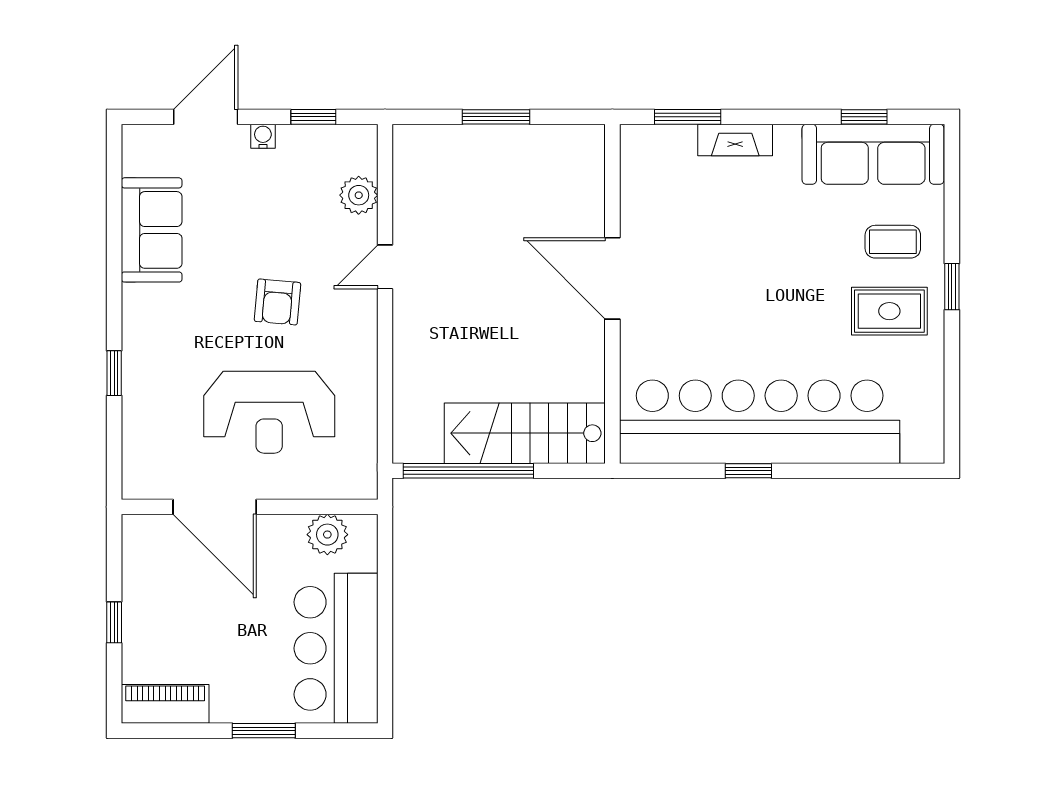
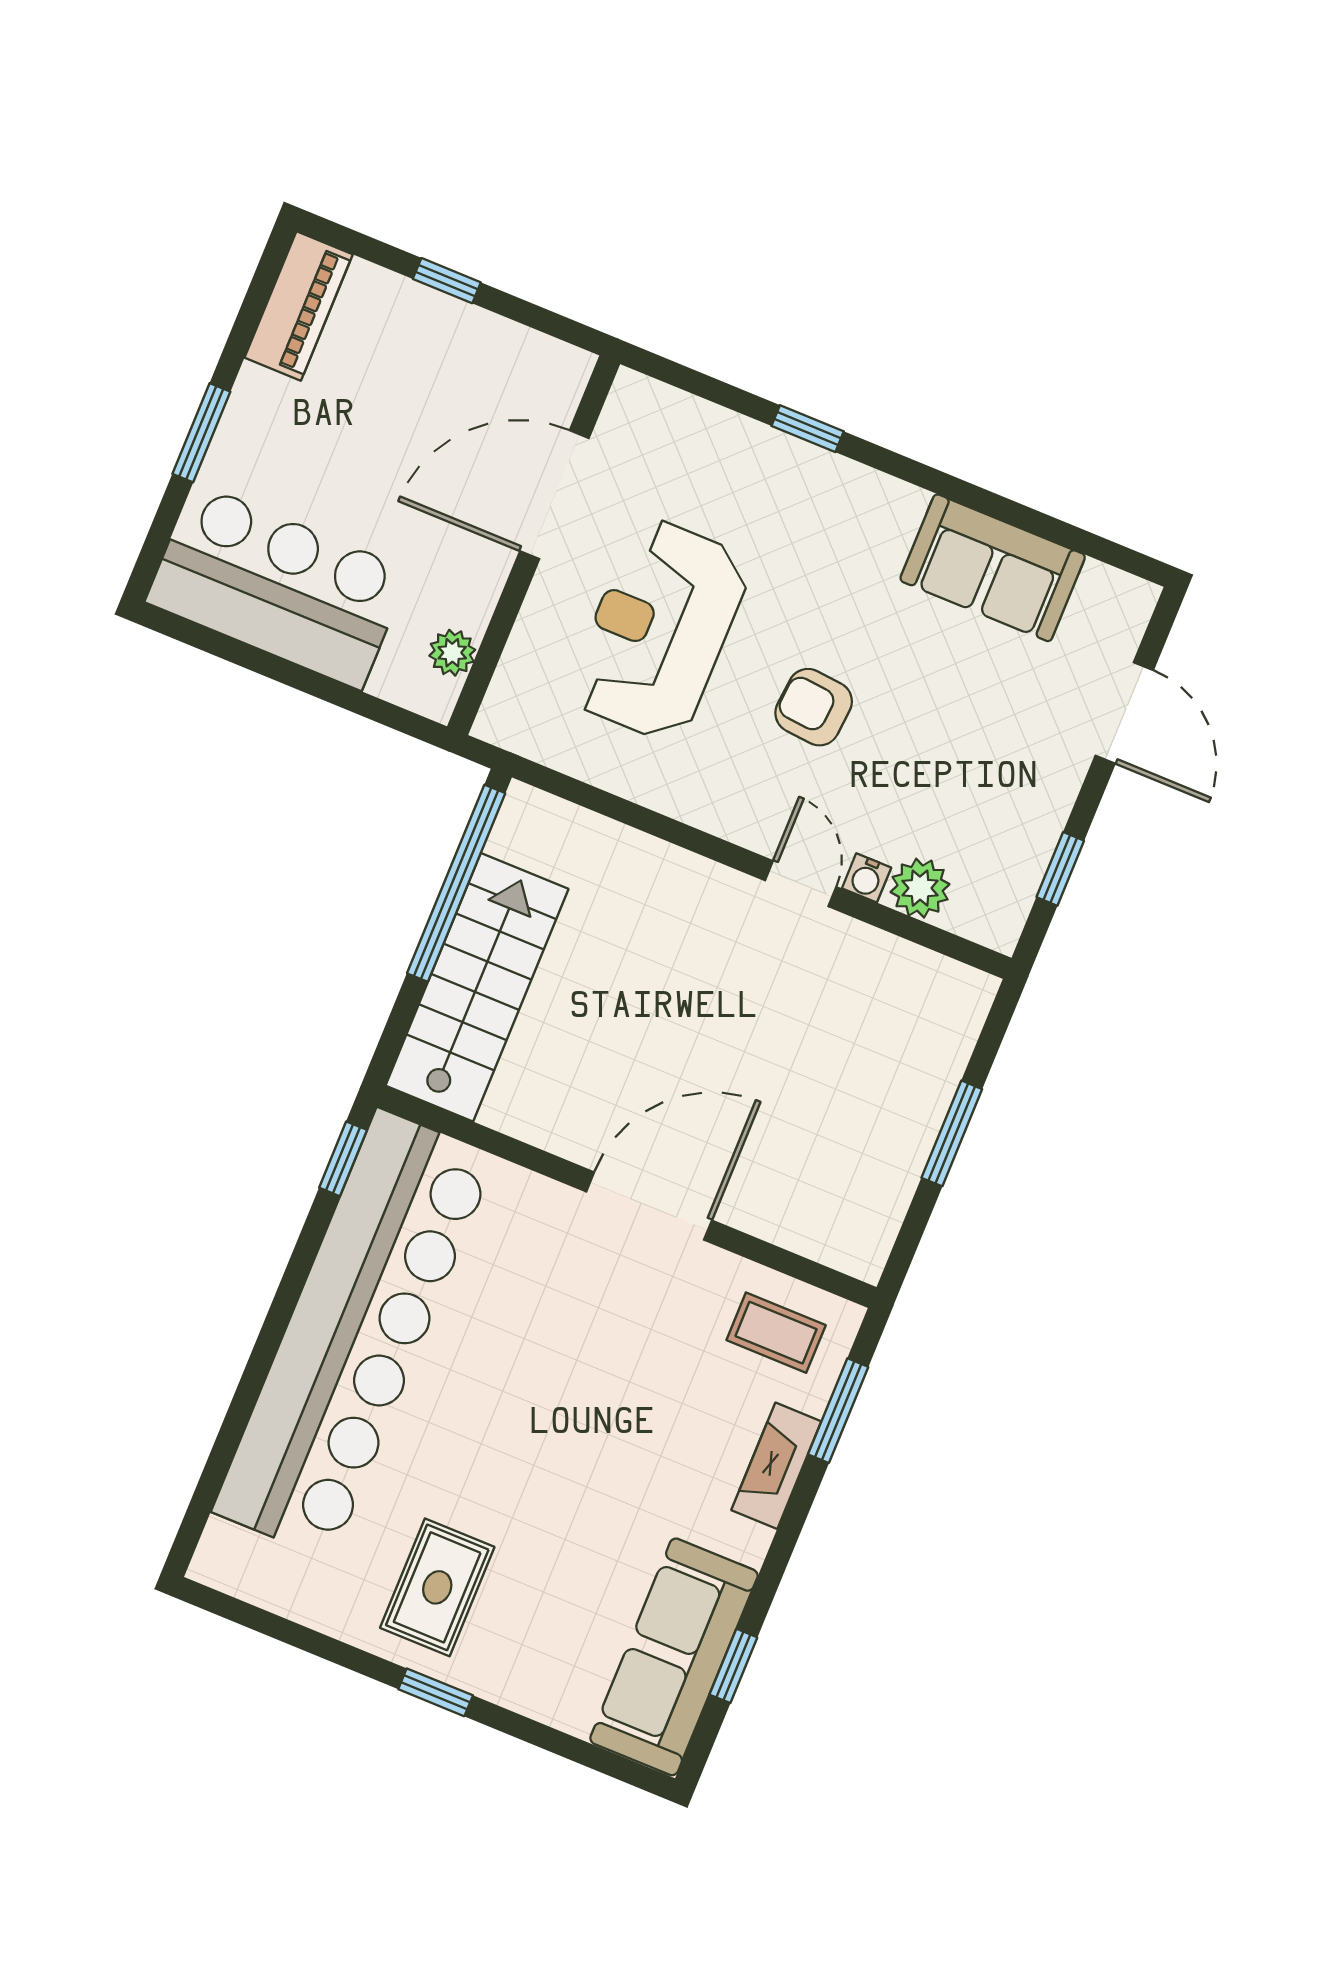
water cooler: (263, 136) -> (867, 878), moved, turned 90
coffee table: (893, 242) -> (776, 1333), moved, turned 90
window: (748, 471) -> (343, 1159), moved
plant: (327, 535) -> (452, 653), width x0.73, depth x0.73

